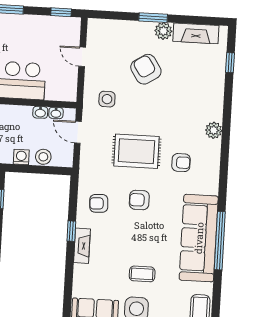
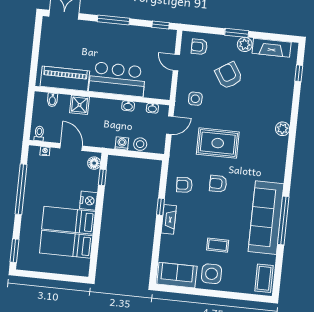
washbasin: (40, 112) -> (128, 106), moved
door: (78, 132) -> (170, 125), swing flipped
armchair: (181, 163) -> (199, 47), moved, turned 180

